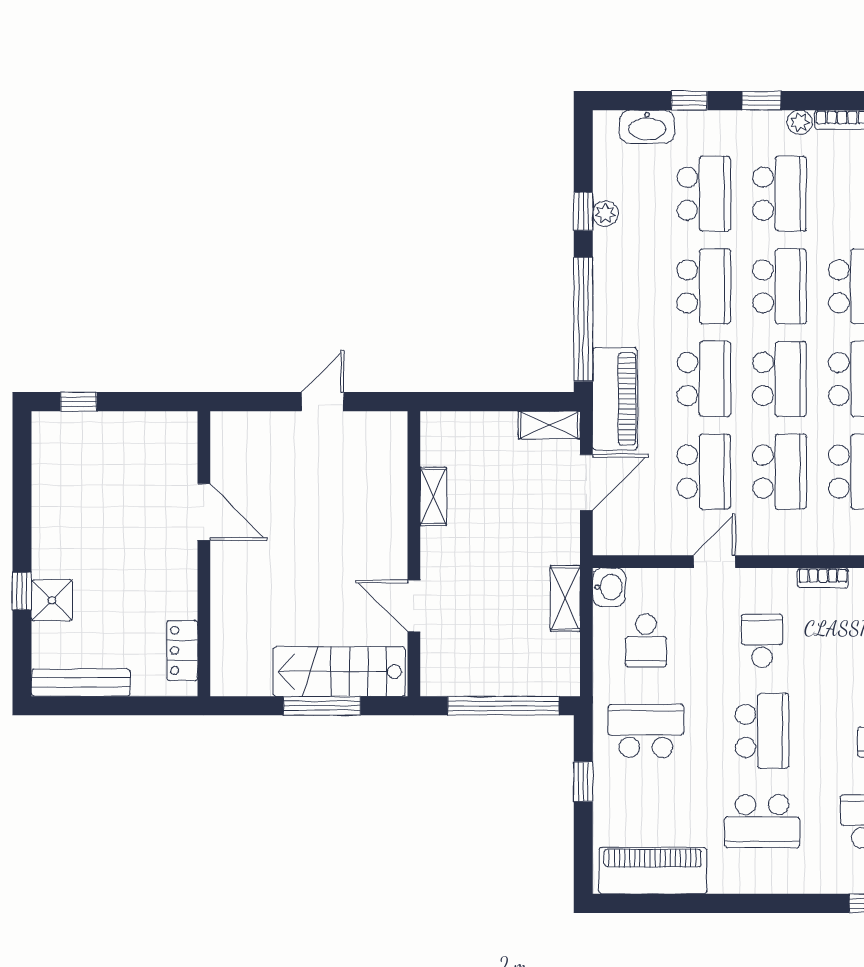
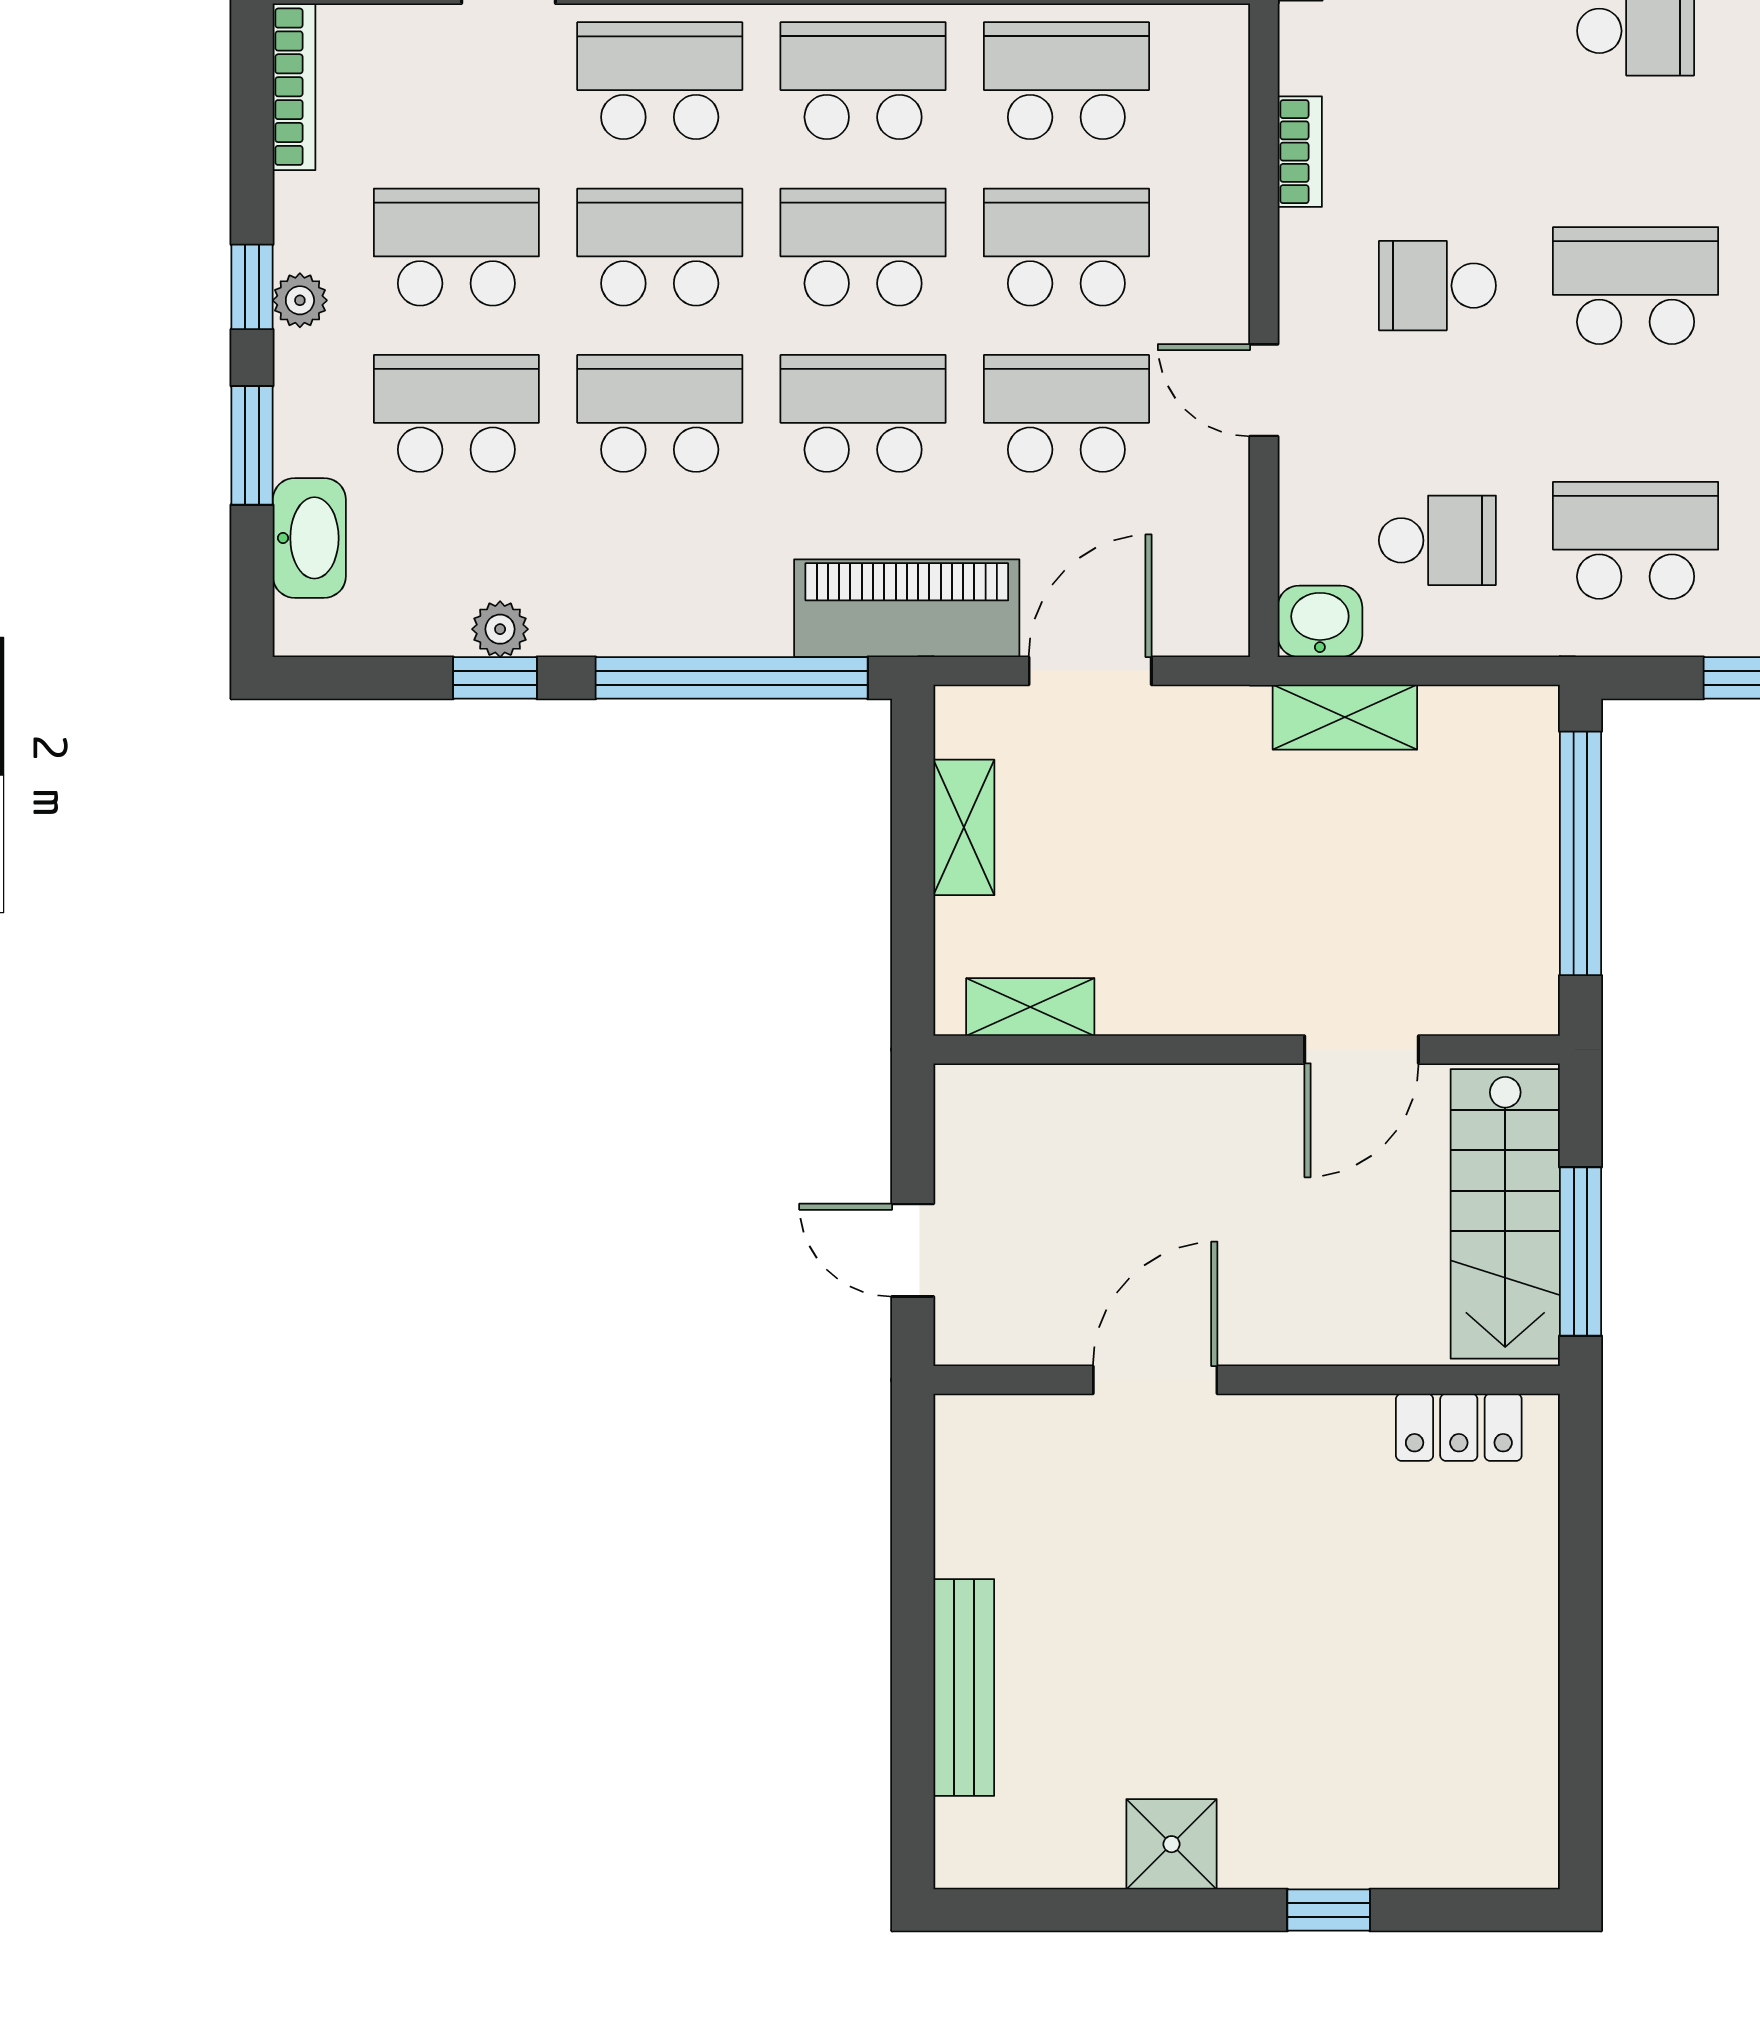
window: (689, 101) -> (252, 445), width x1.50
plant: (800, 122) -> (300, 300), moved
window: (79, 402) -> (913, 1786), removed
shelving: (549, 425) -> (964, 827), moved
door: (586, 482) -> (1090, 671), hinge flipped
shelving: (433, 496) -> (1030, 1007), moved
door: (204, 512) -> (1155, 1380), moved
wall: (204, 554) -> (1247, 1380), moved
shower: (52, 600) -> (1172, 1844), moved
locker: (182, 650) -> (1459, 1427), moved
bench: (81, 683) -> (964, 1688), moved
school desk: (646, 731) -> (1636, 540), turned 90

